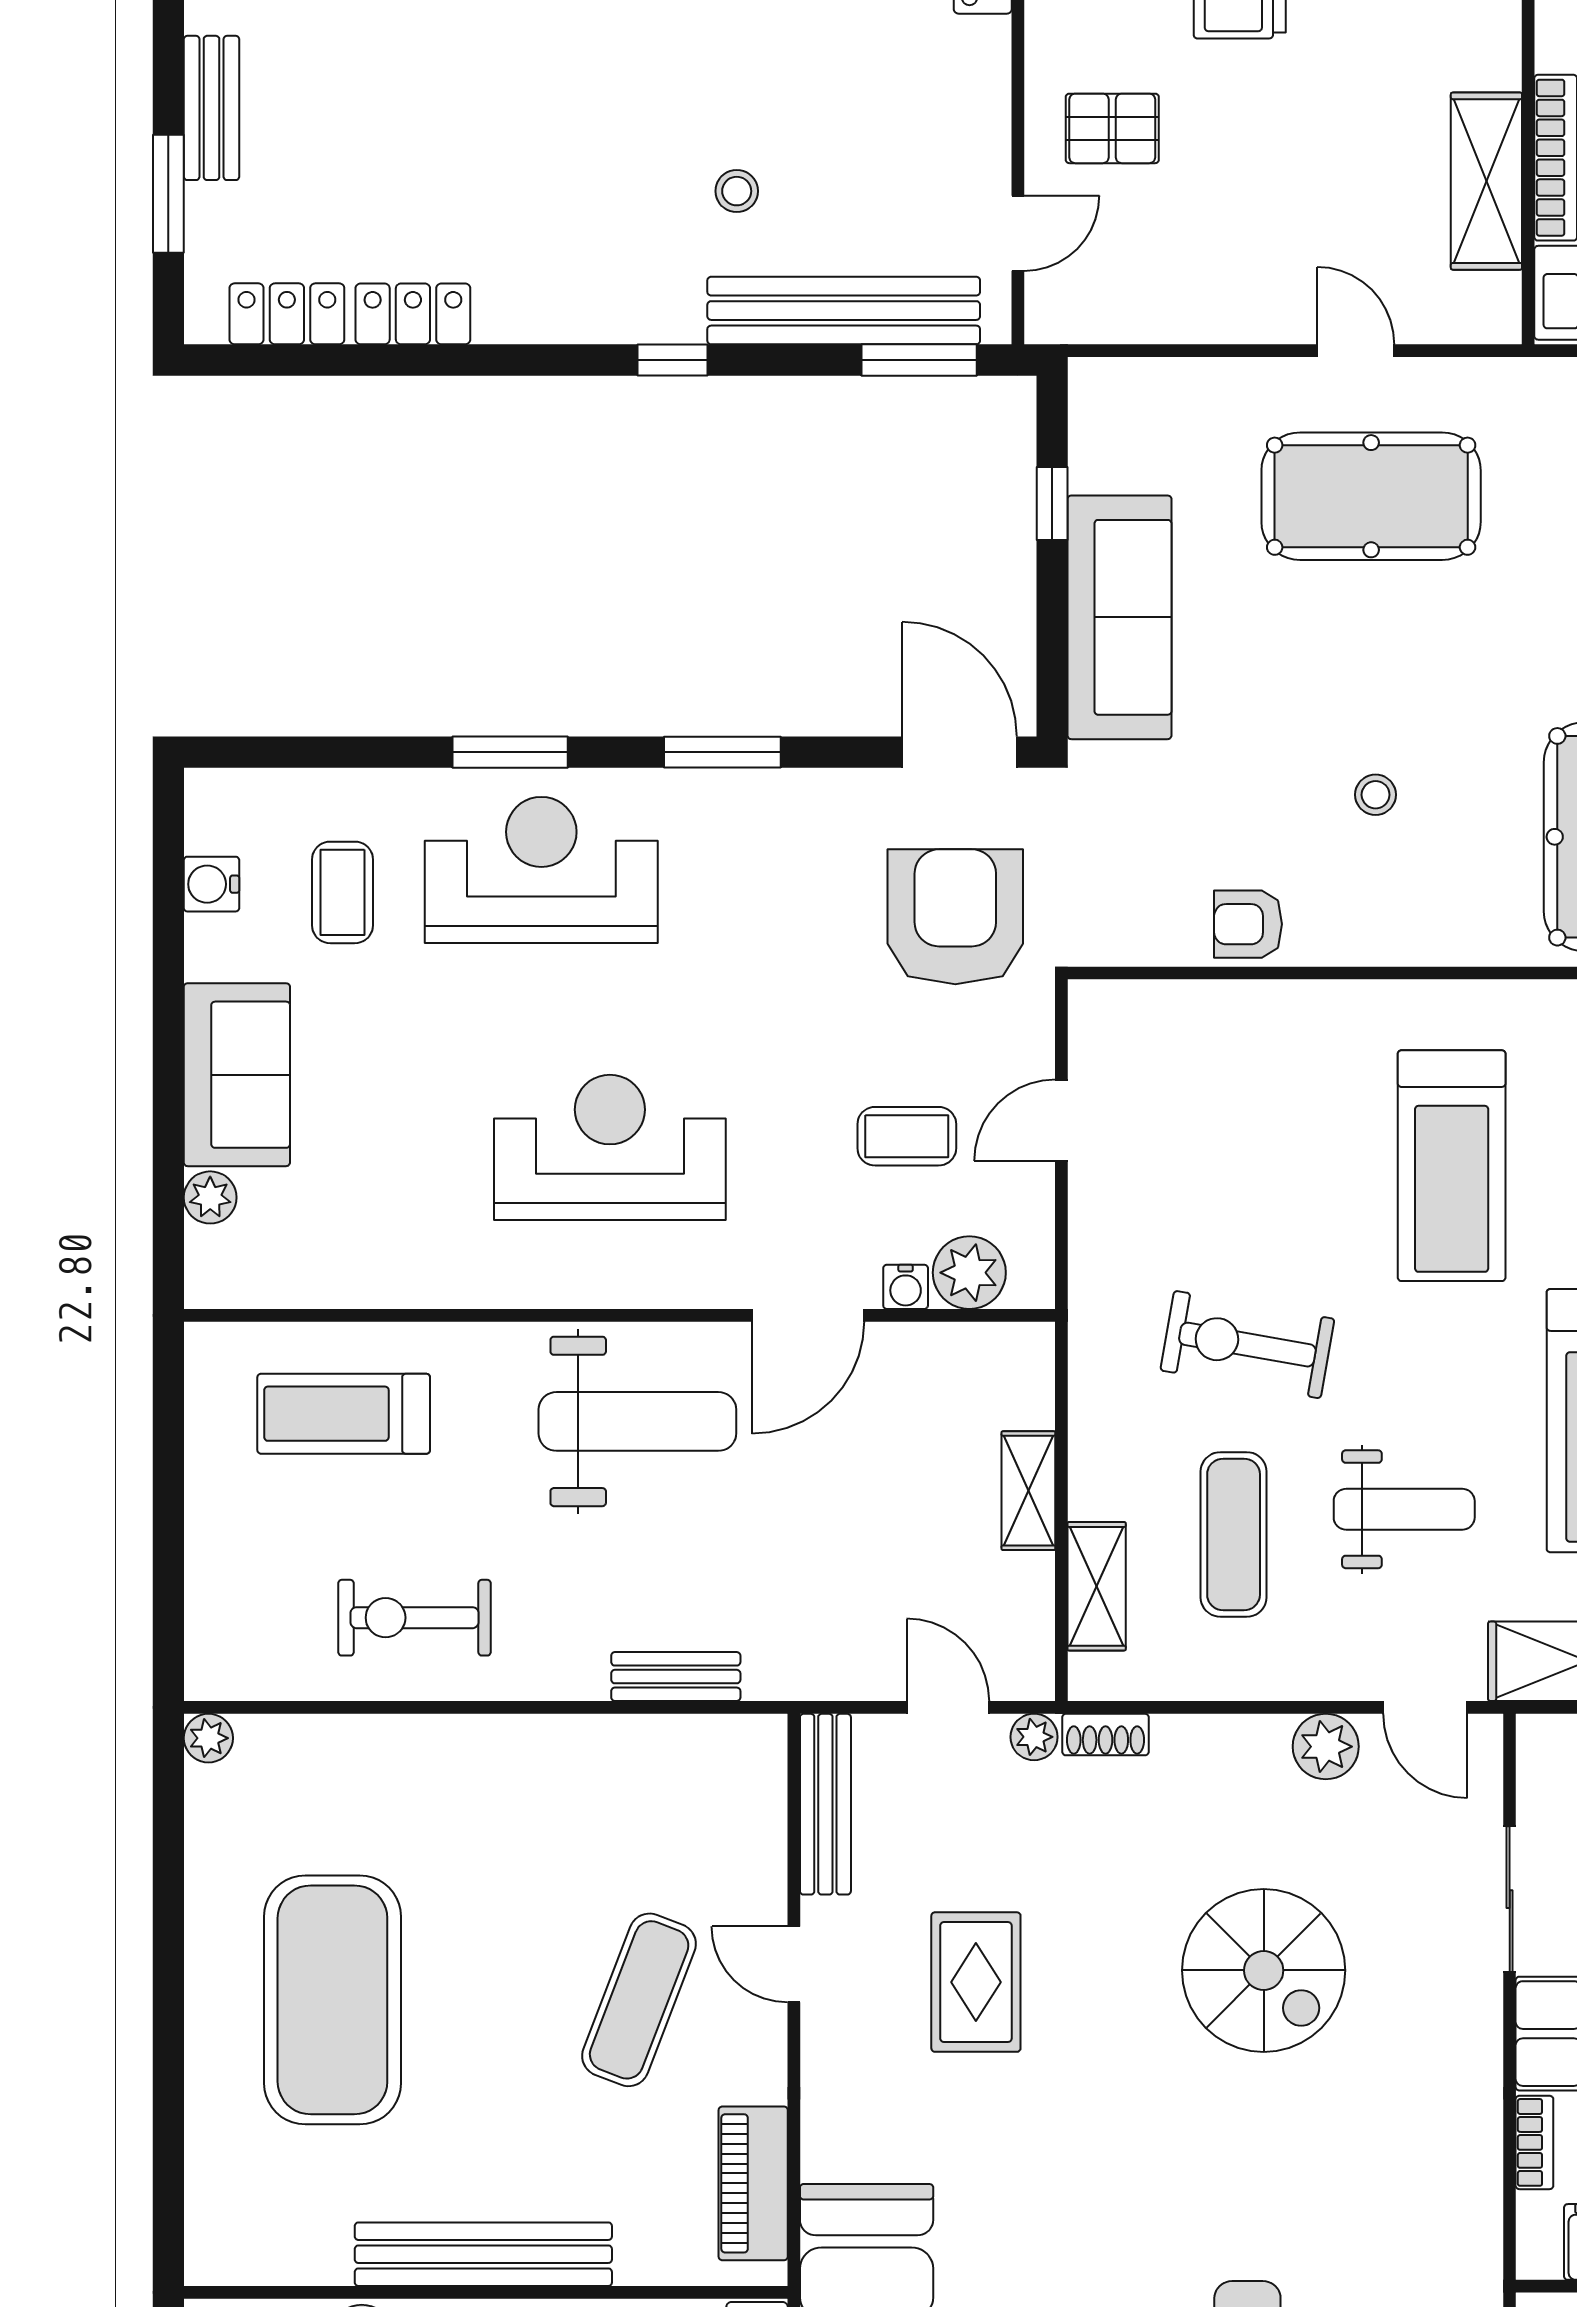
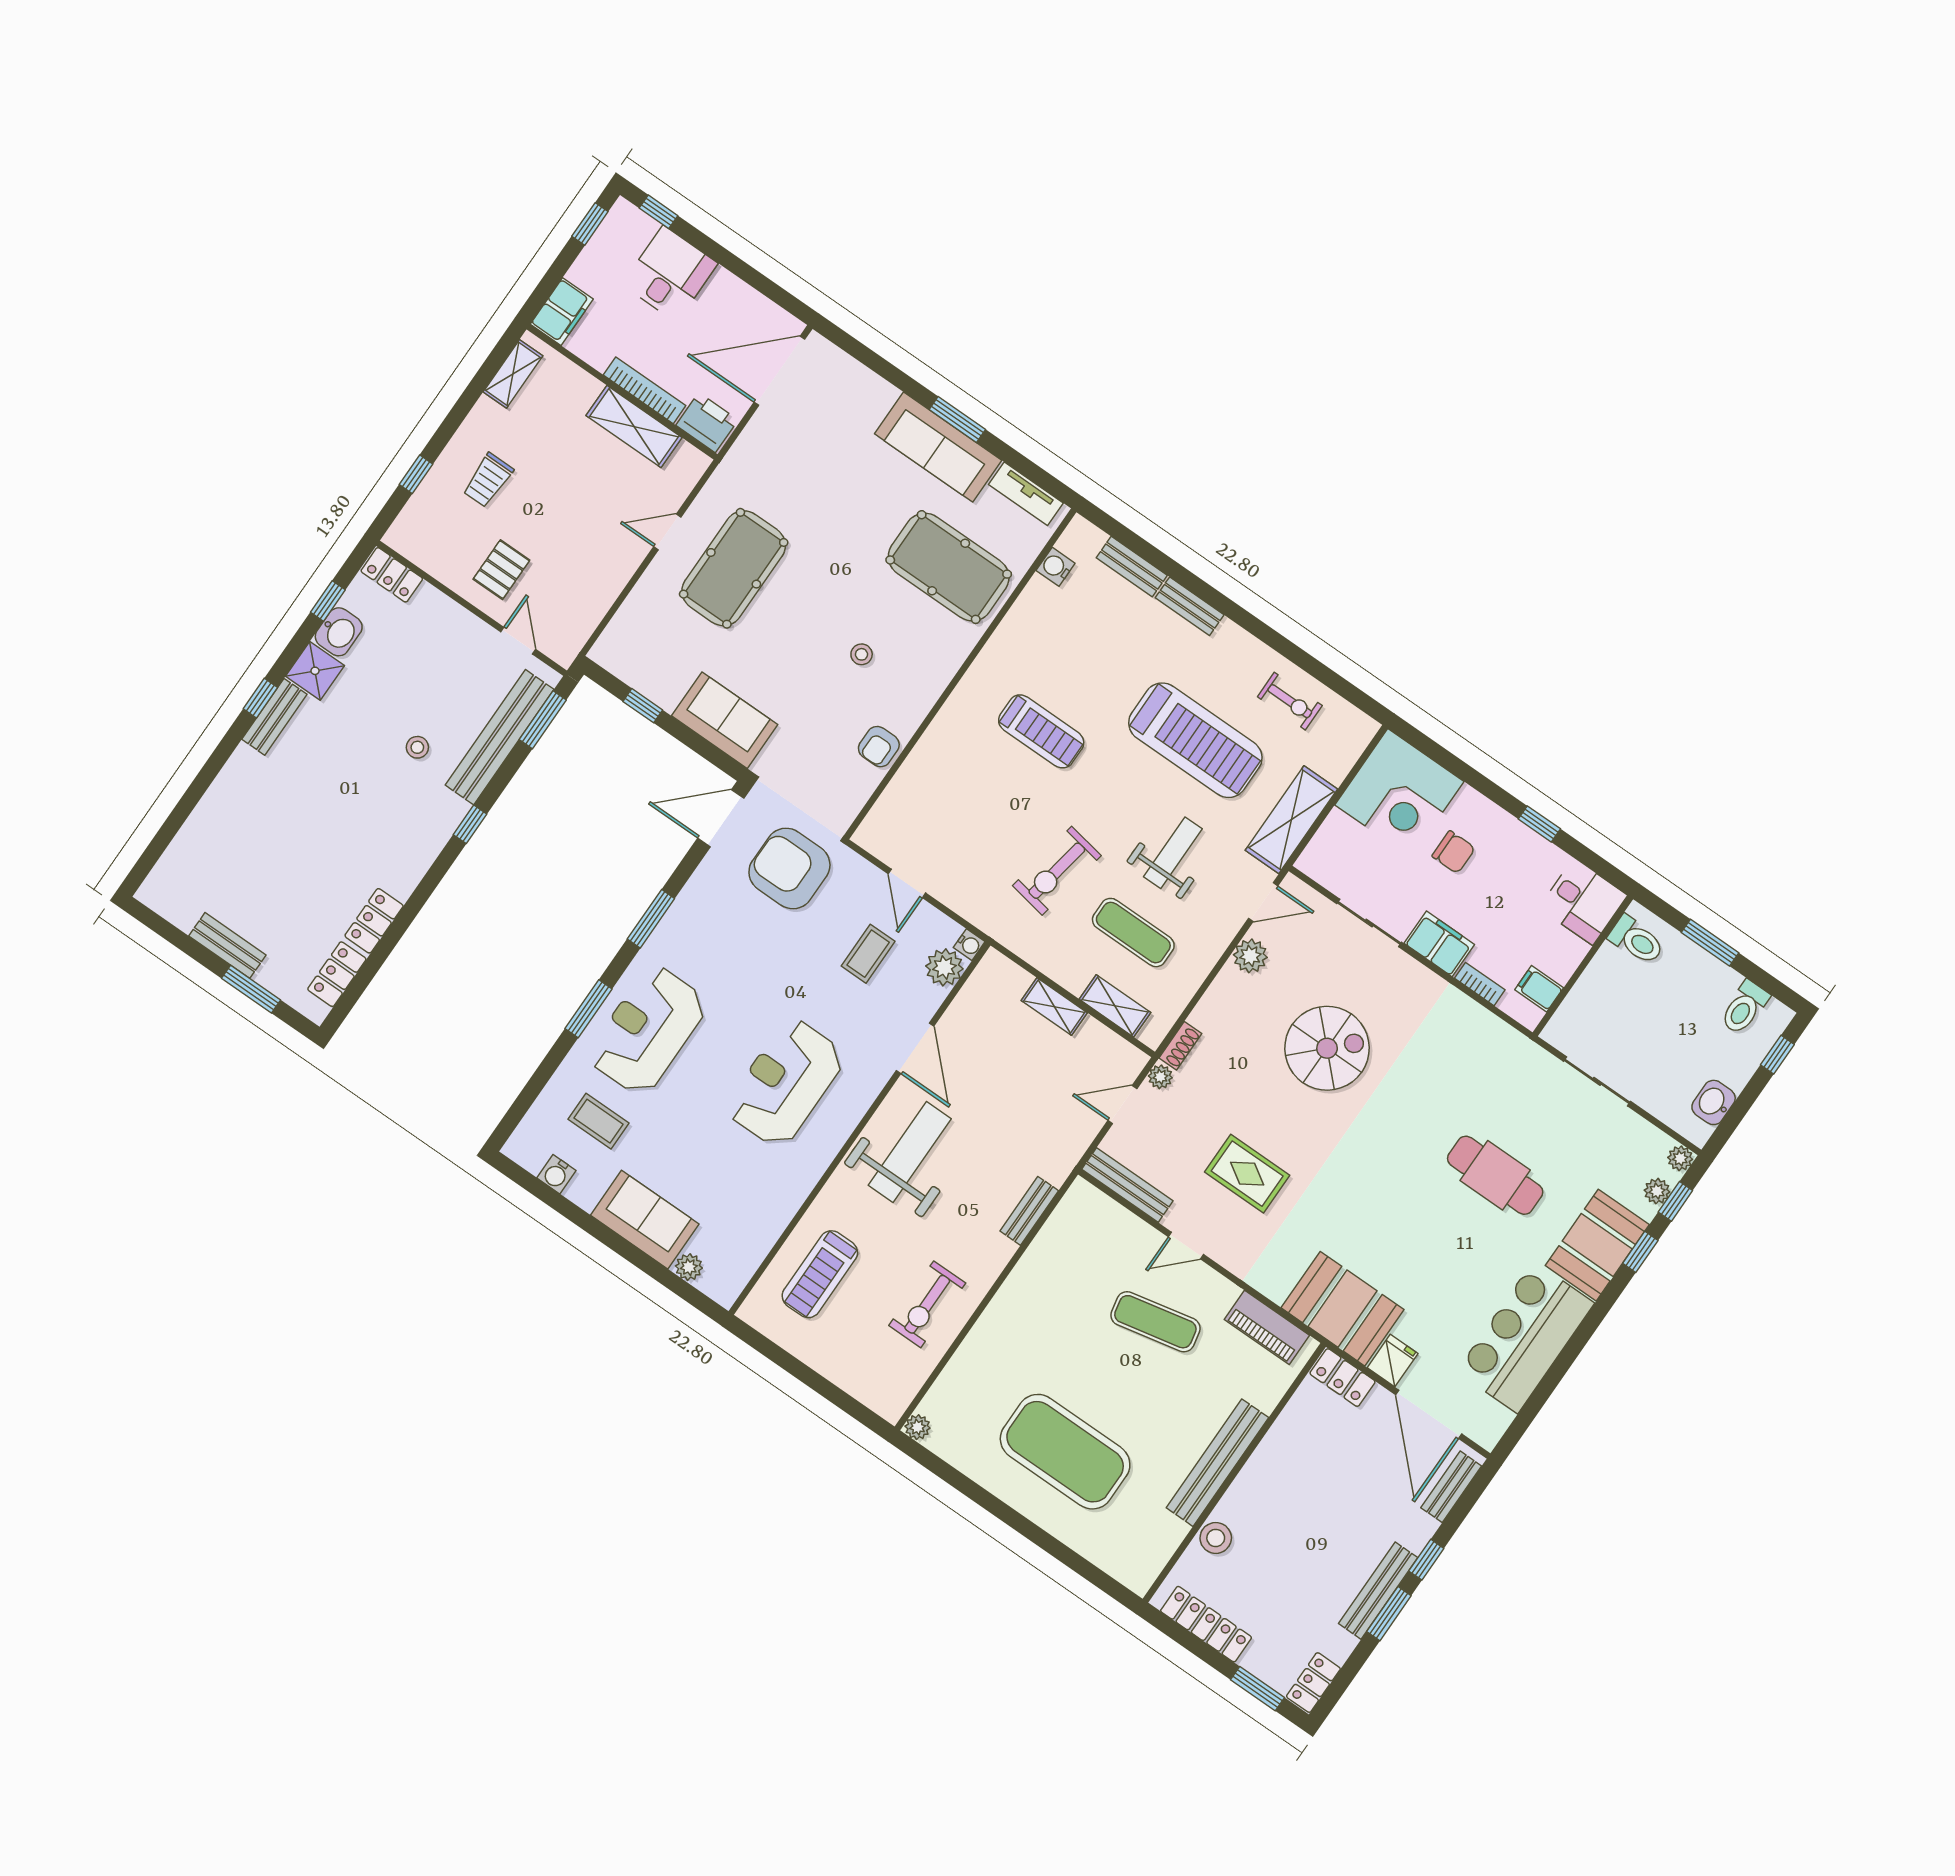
sofa: (1119, 617) -> (725, 720), width x0.73
treadmill: (1452, 1166) -> (1041, 731), width x0.73, depth x0.73
water cooler: (906, 1287) -> (969, 945), moved
exercise mat: (639, 2000) -> (1155, 1322), turned -33

